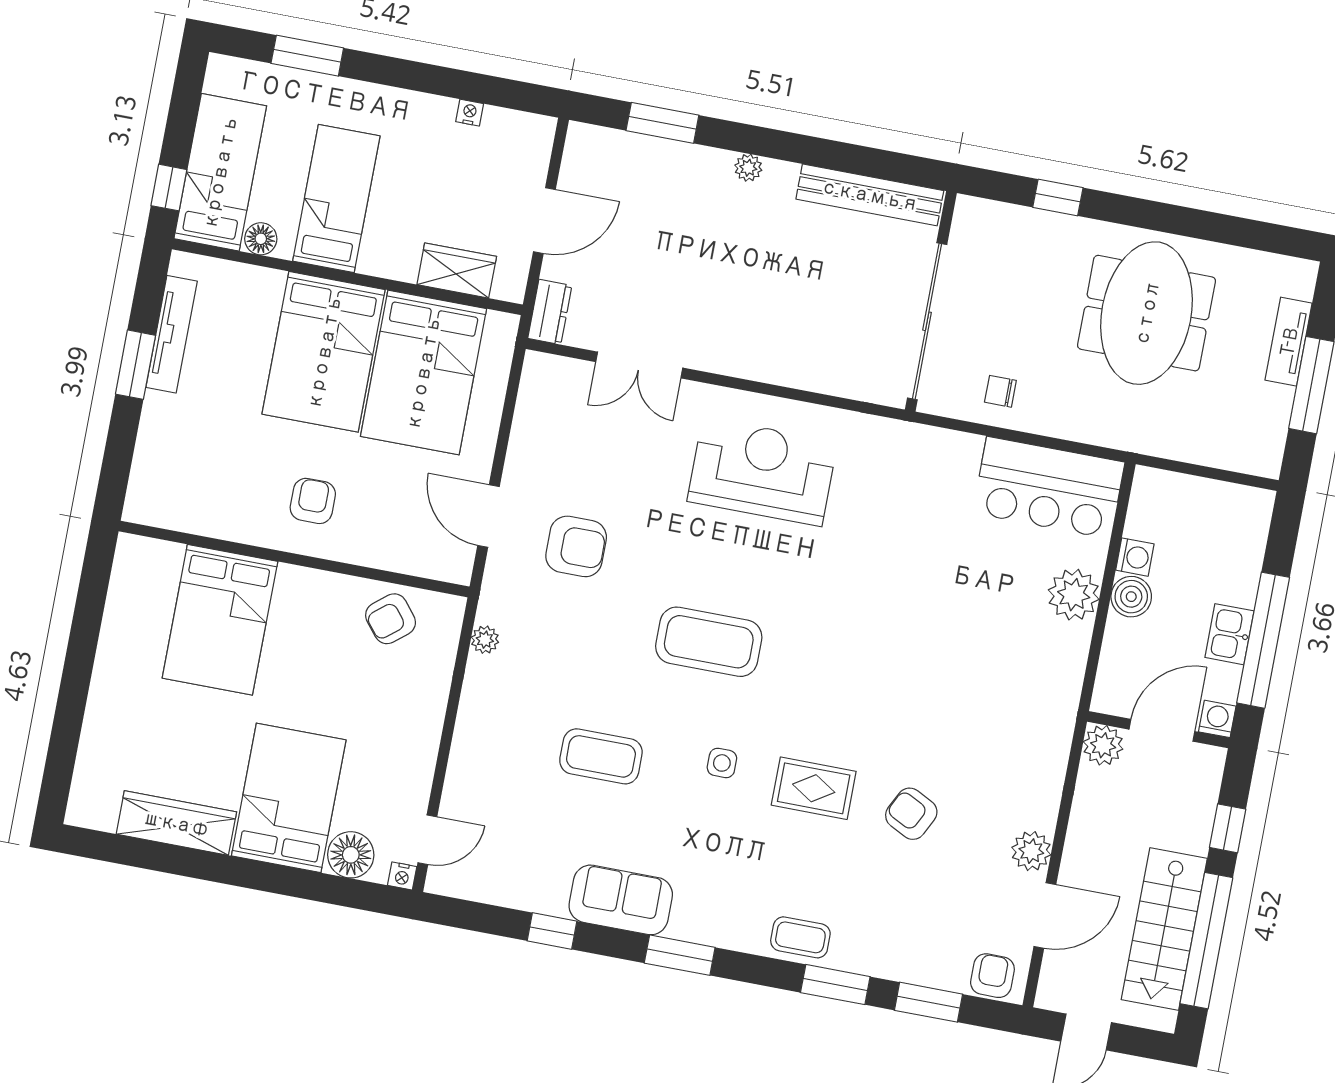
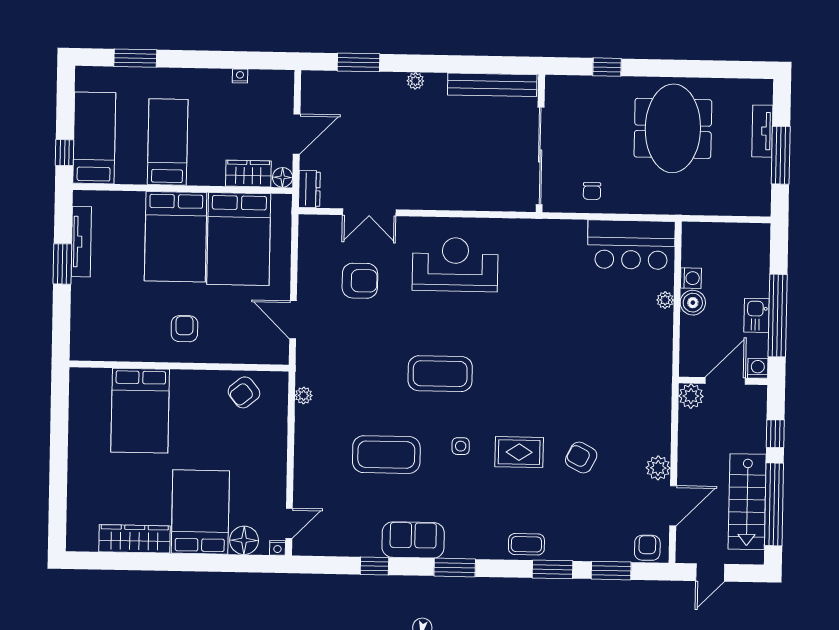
floor lamp: (261, 239) -> (283, 177), moved
chair: (1000, 391) -> (592, 191), turned -90
armchair: (576, 546) -> (360, 281), moved
plant: (1074, 595) -> (665, 300), width x0.53, depth x0.53
coffee table: (601, 756) -> (386, 455), width x1.36, depth x1.32

